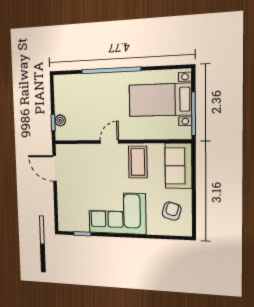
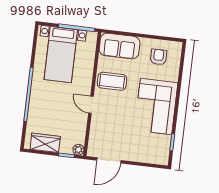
wardrobe: (63, 97) -> (45, 143), added
plant: (60, 120) -> (78, 150), moved
armchair: (172, 211) -> (159, 57), turned 74

